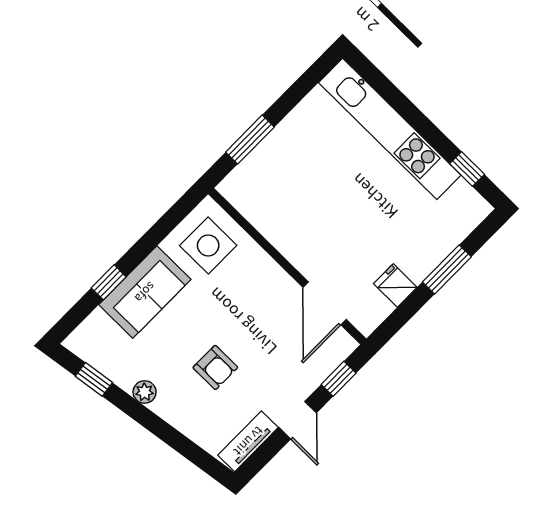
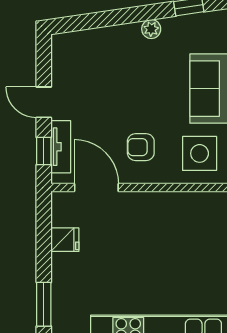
window: (447, 269) -> (44, 304), moved
armchair: (215, 367) -> (141, 147), moved
tv unit: (248, 441) -> (61, 147), moved

